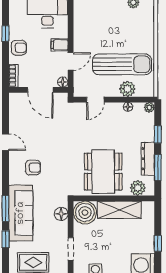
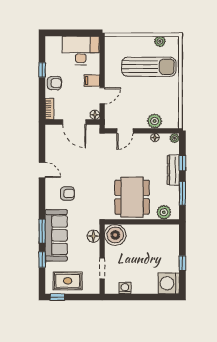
sun lounger: (122, 64) -> (149, 67), moved
dresser: (148, 159) -> (173, 170), moved
shelving: (119, 210) -> (147, 232), removed

